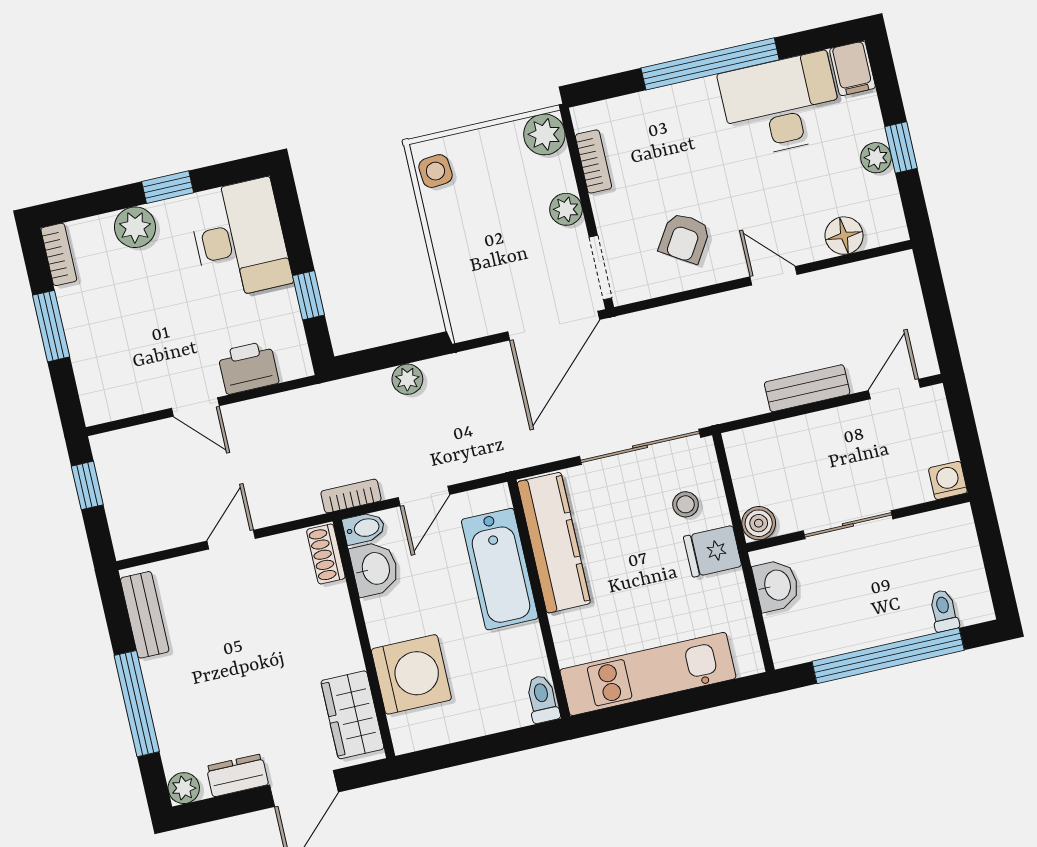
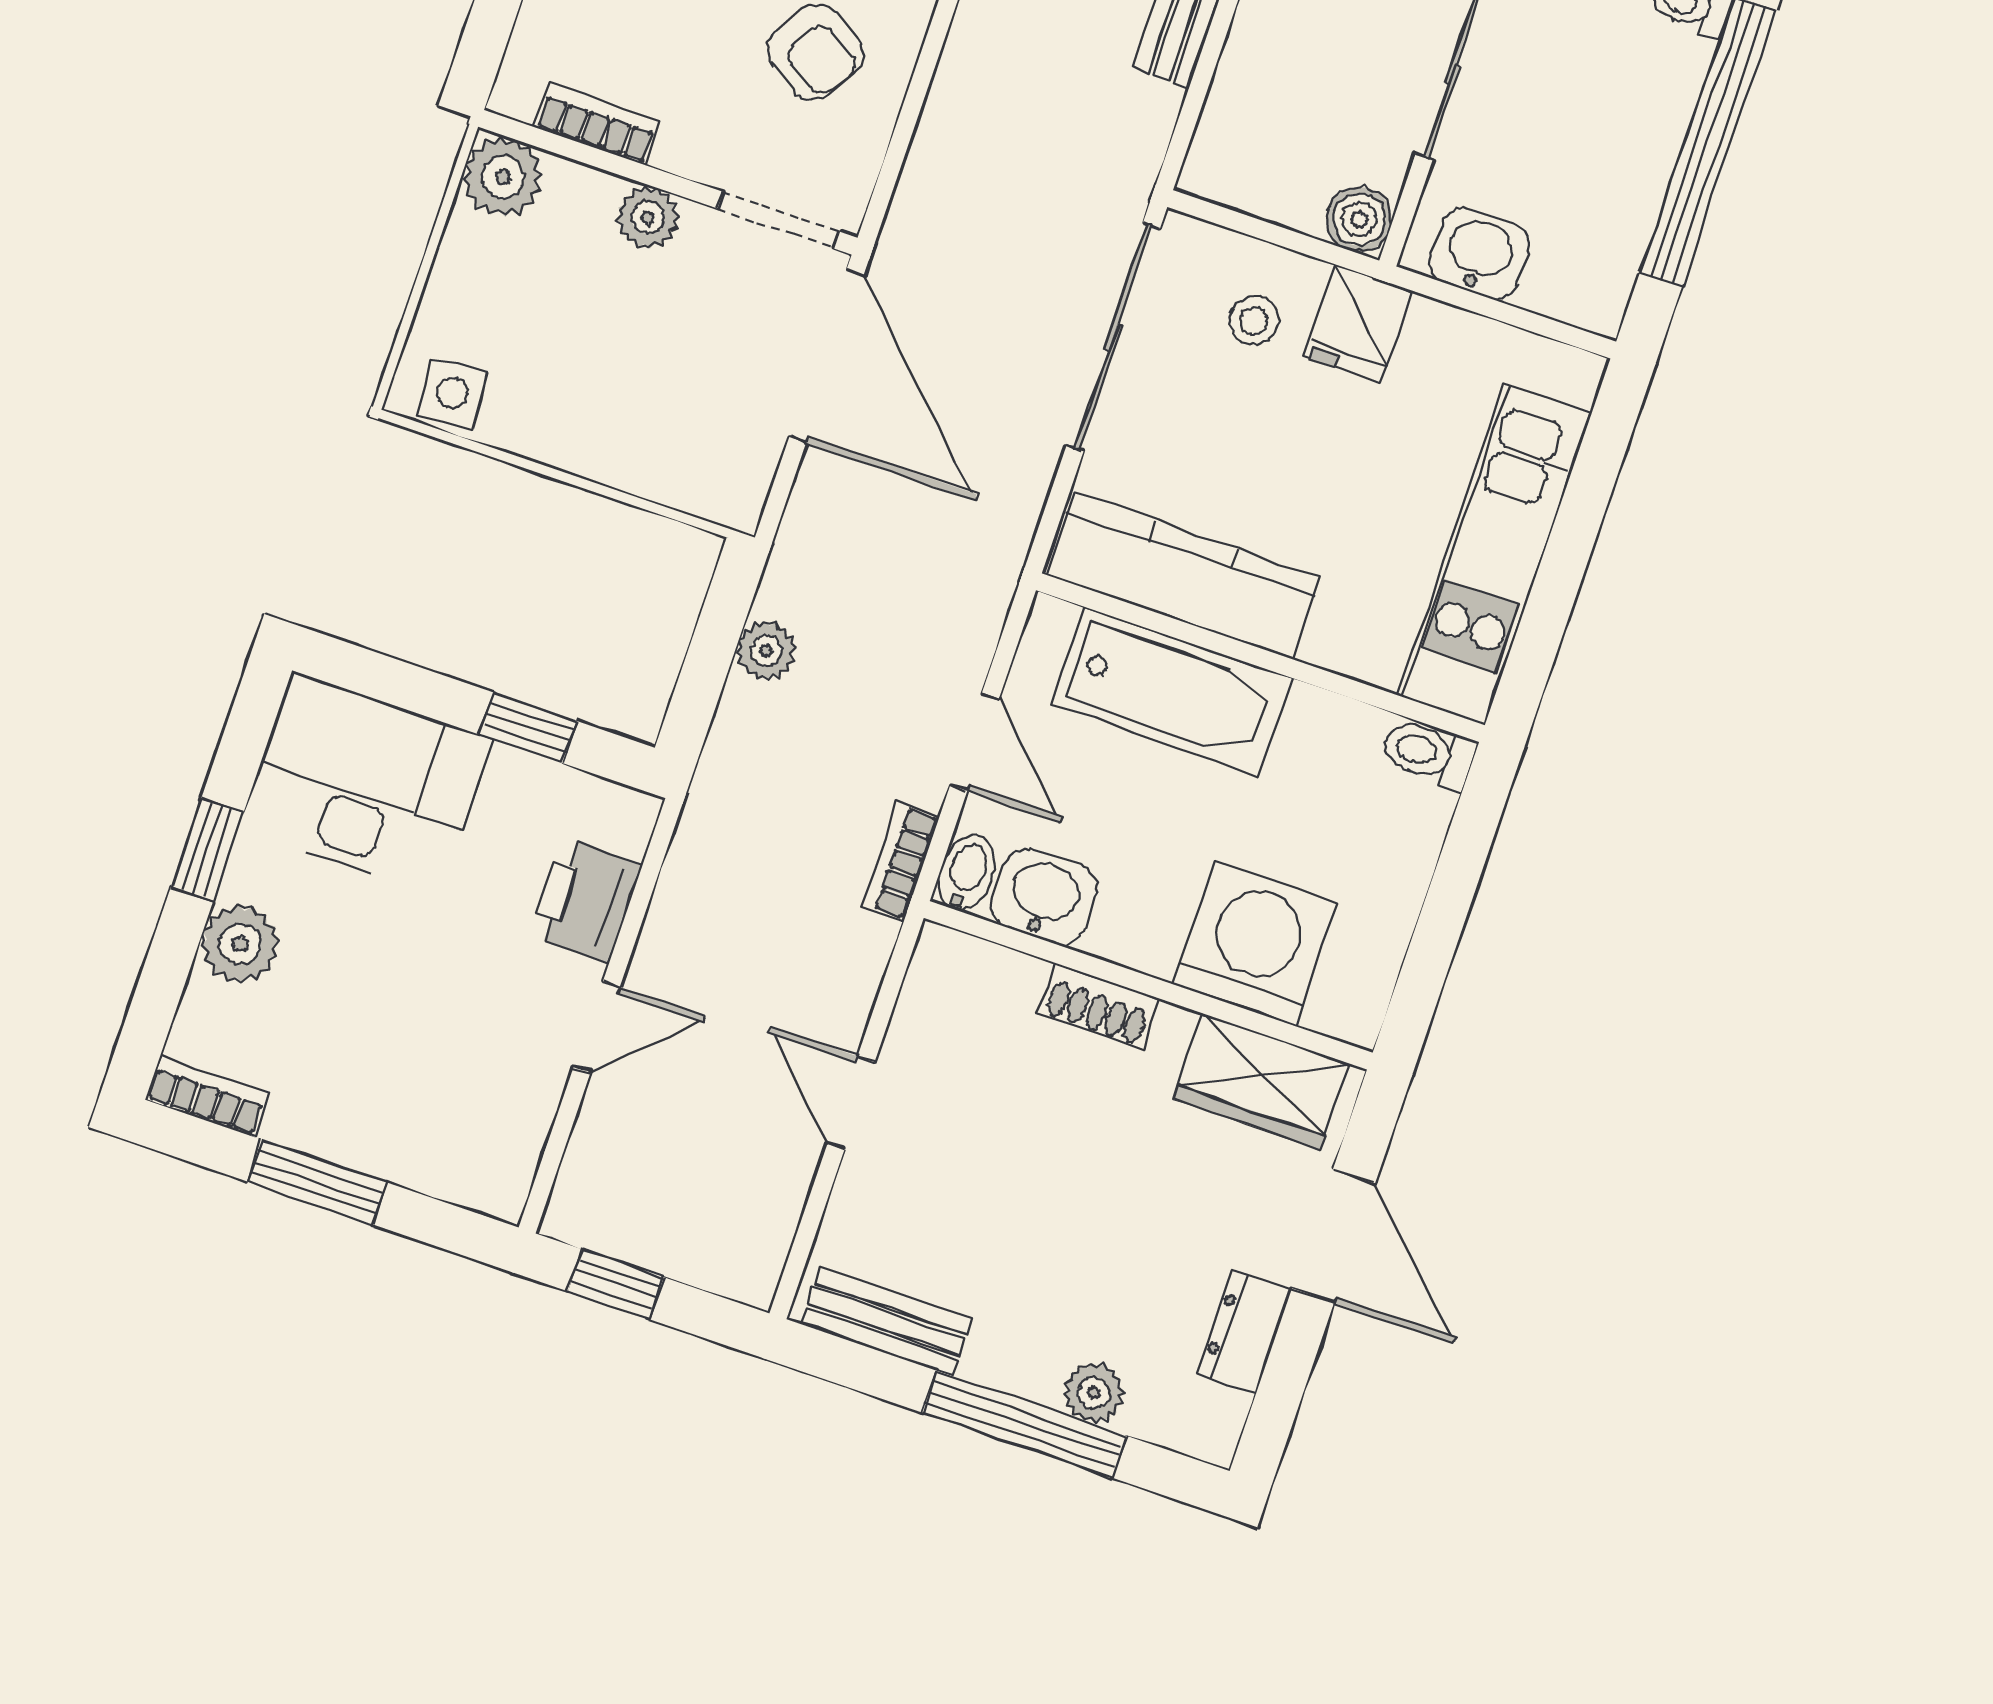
shoe rack: (326, 554) -> (1099, 1006), moved
plant: (184, 788) -> (1094, 1393), moved

